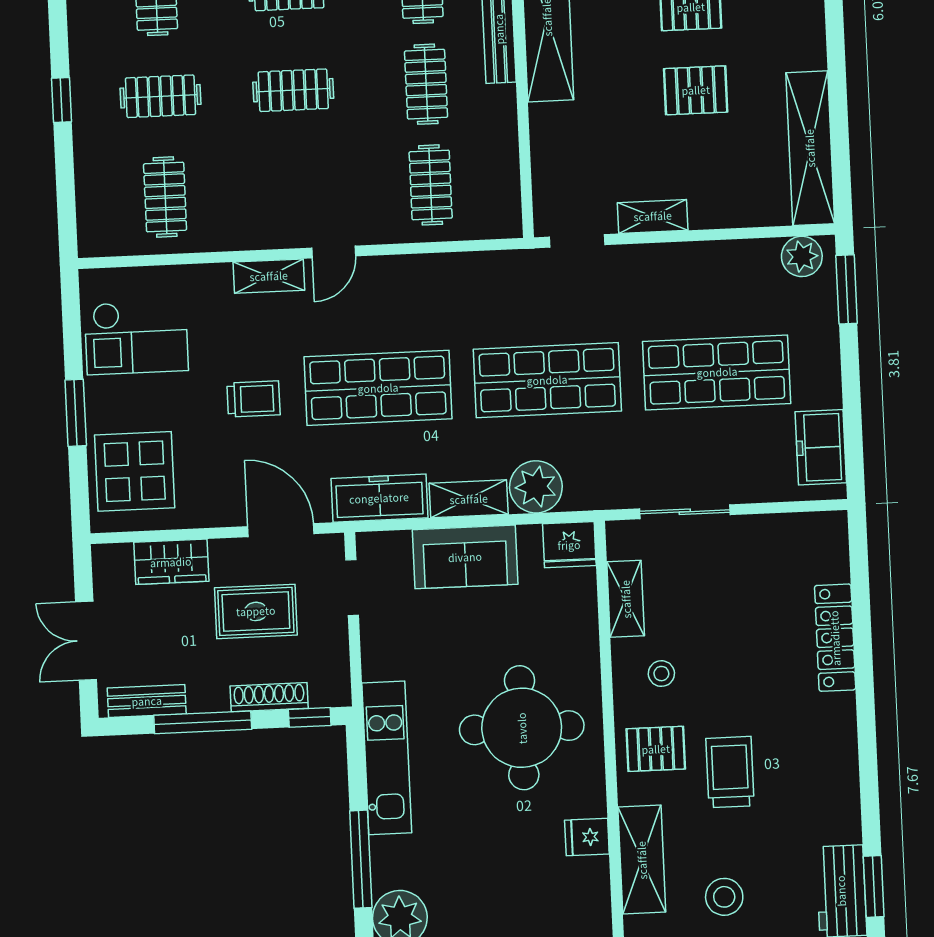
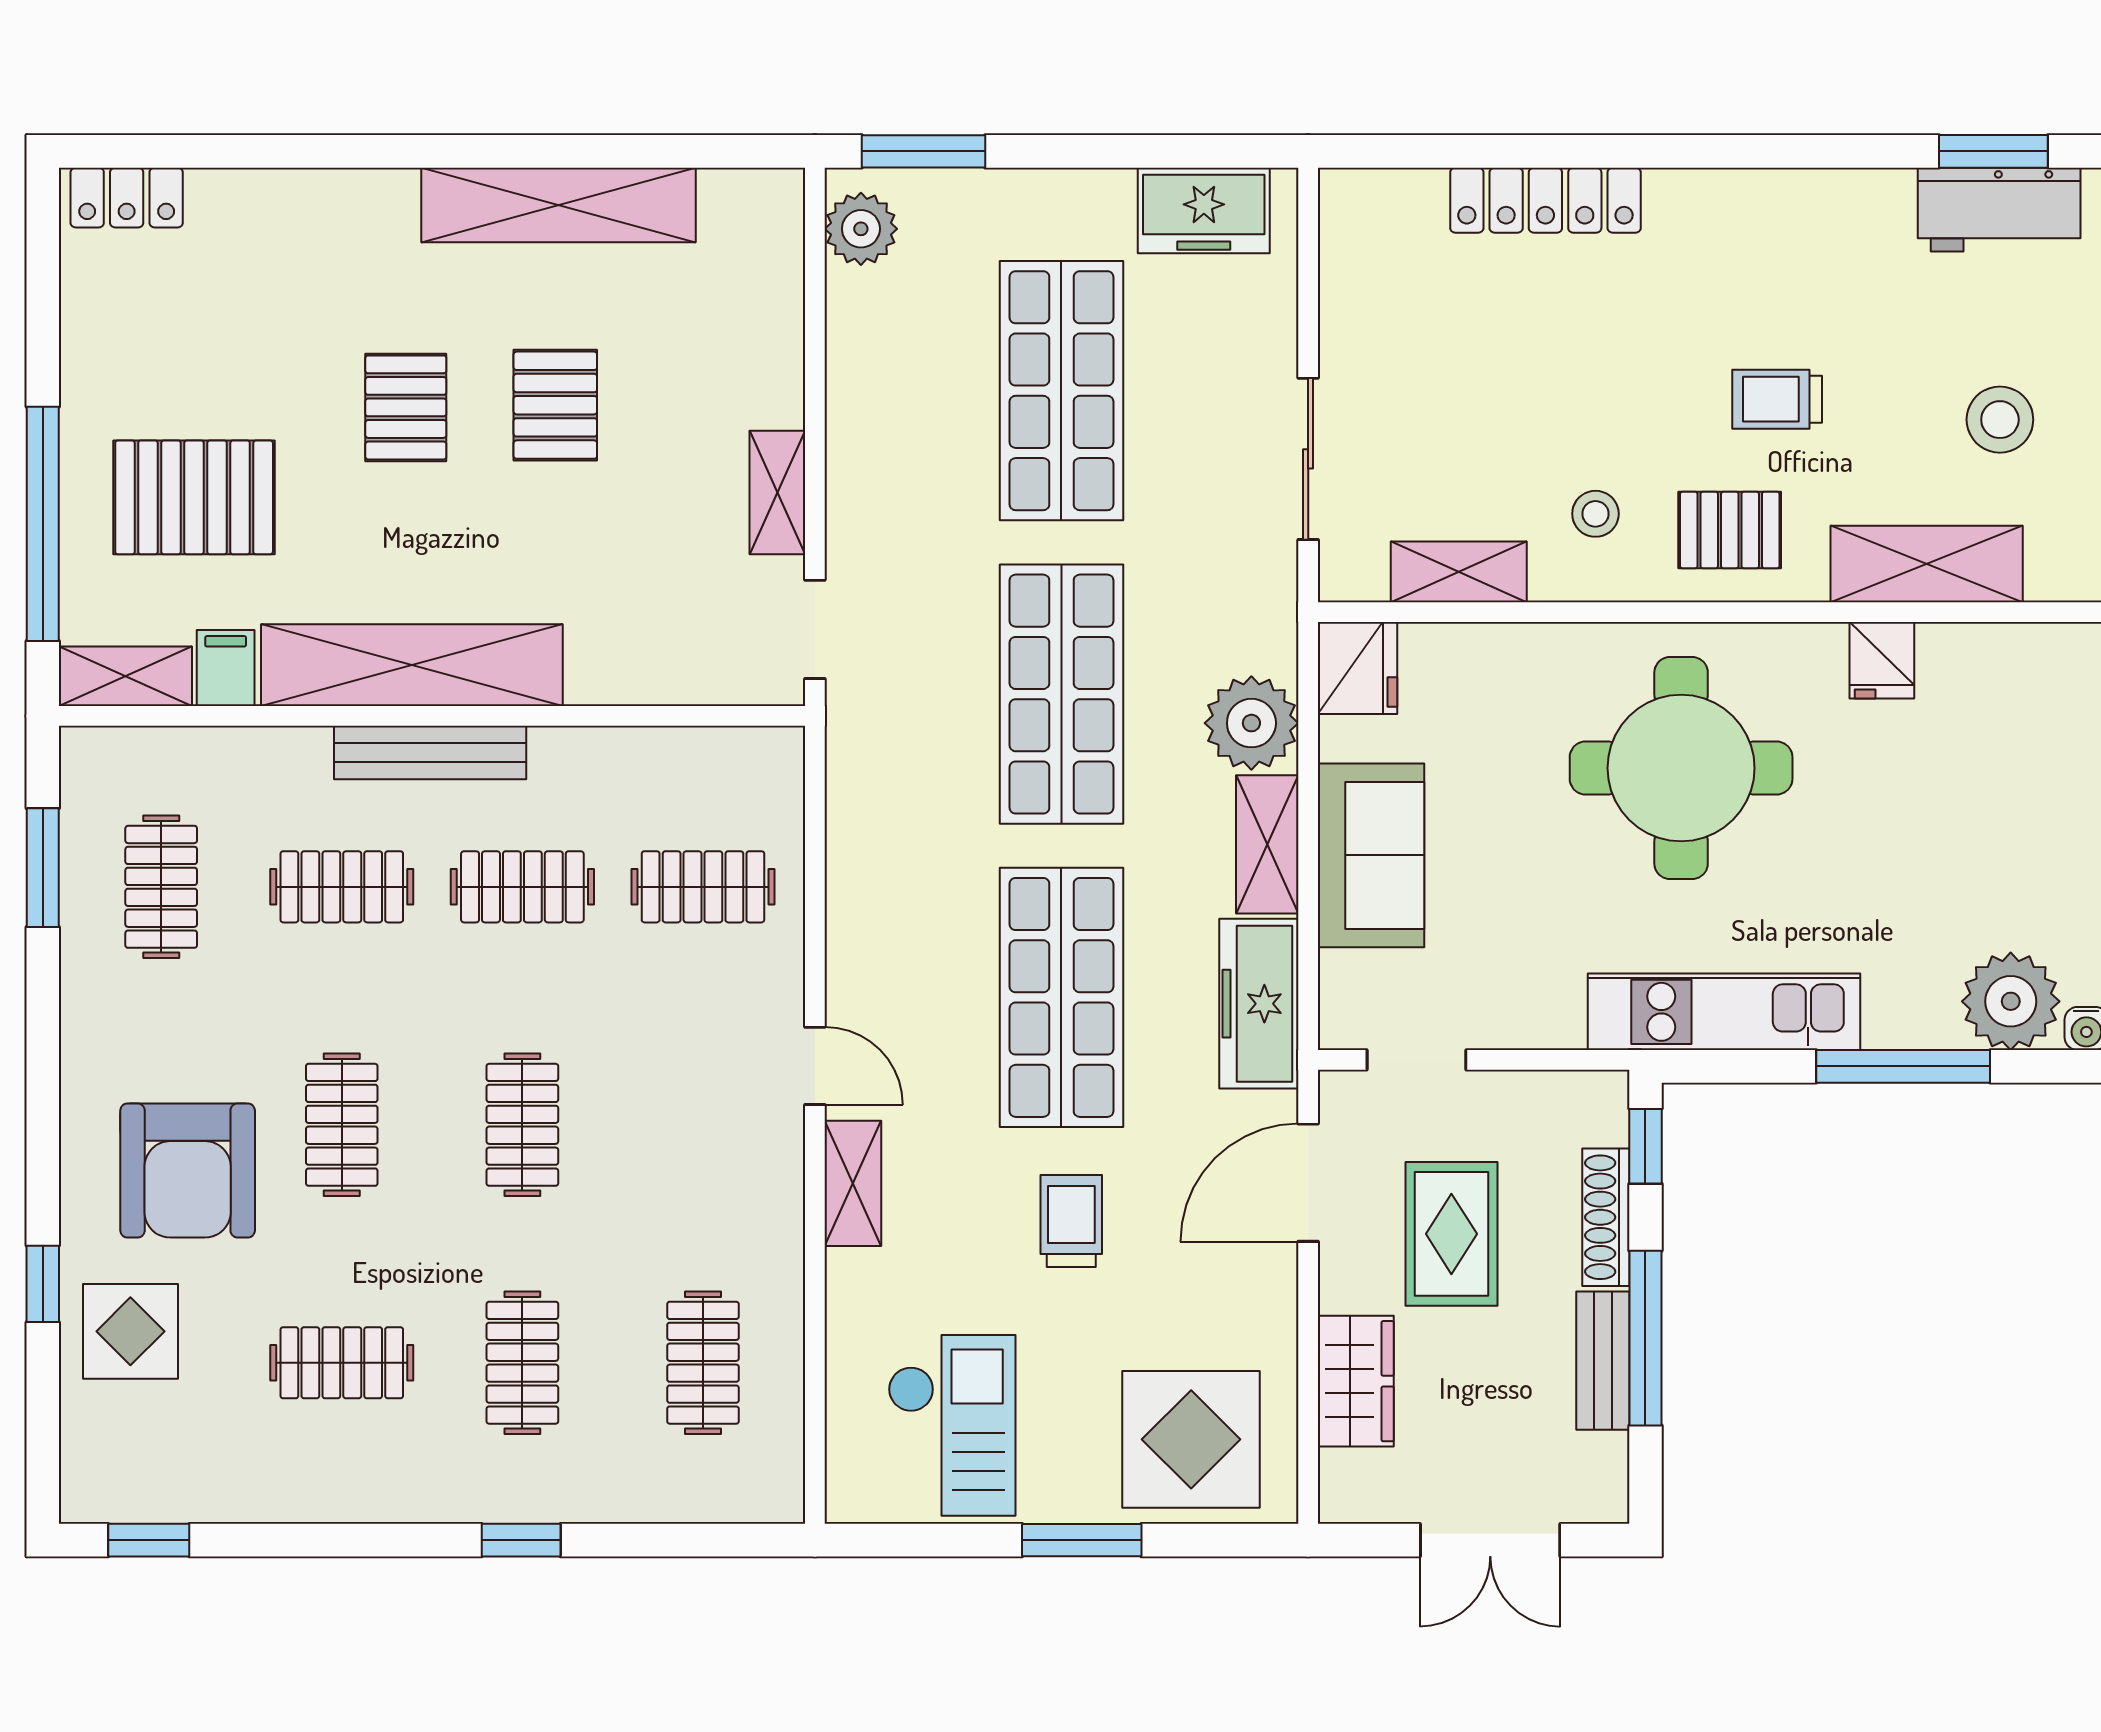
shelving: (810, 148) -> (559, 205), moved
clothes rail: (165, 197) -> (703, 1363), turned 90
bench: (147, 701) -> (1603, 1361), moved
pallet: (656, 749) -> (1730, 530), turned 90
trolley: (730, 772) -> (1777, 399), width x0.73, depth x0.72

